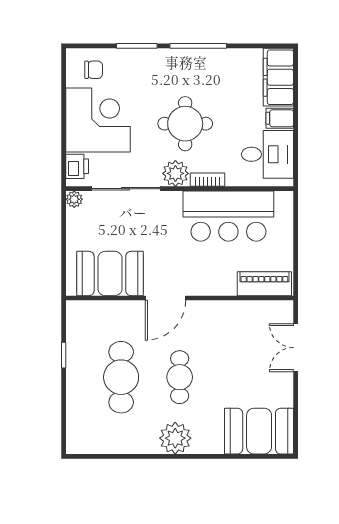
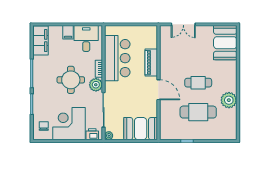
filing cabinet: (278, 77) -> (40, 41), moved, turned -90
booth: (110, 273) -> (141, 129), moved, turned 90
piano: (264, 284) -> (151, 63), moved
plant: (175, 438) -> (229, 100), moved

